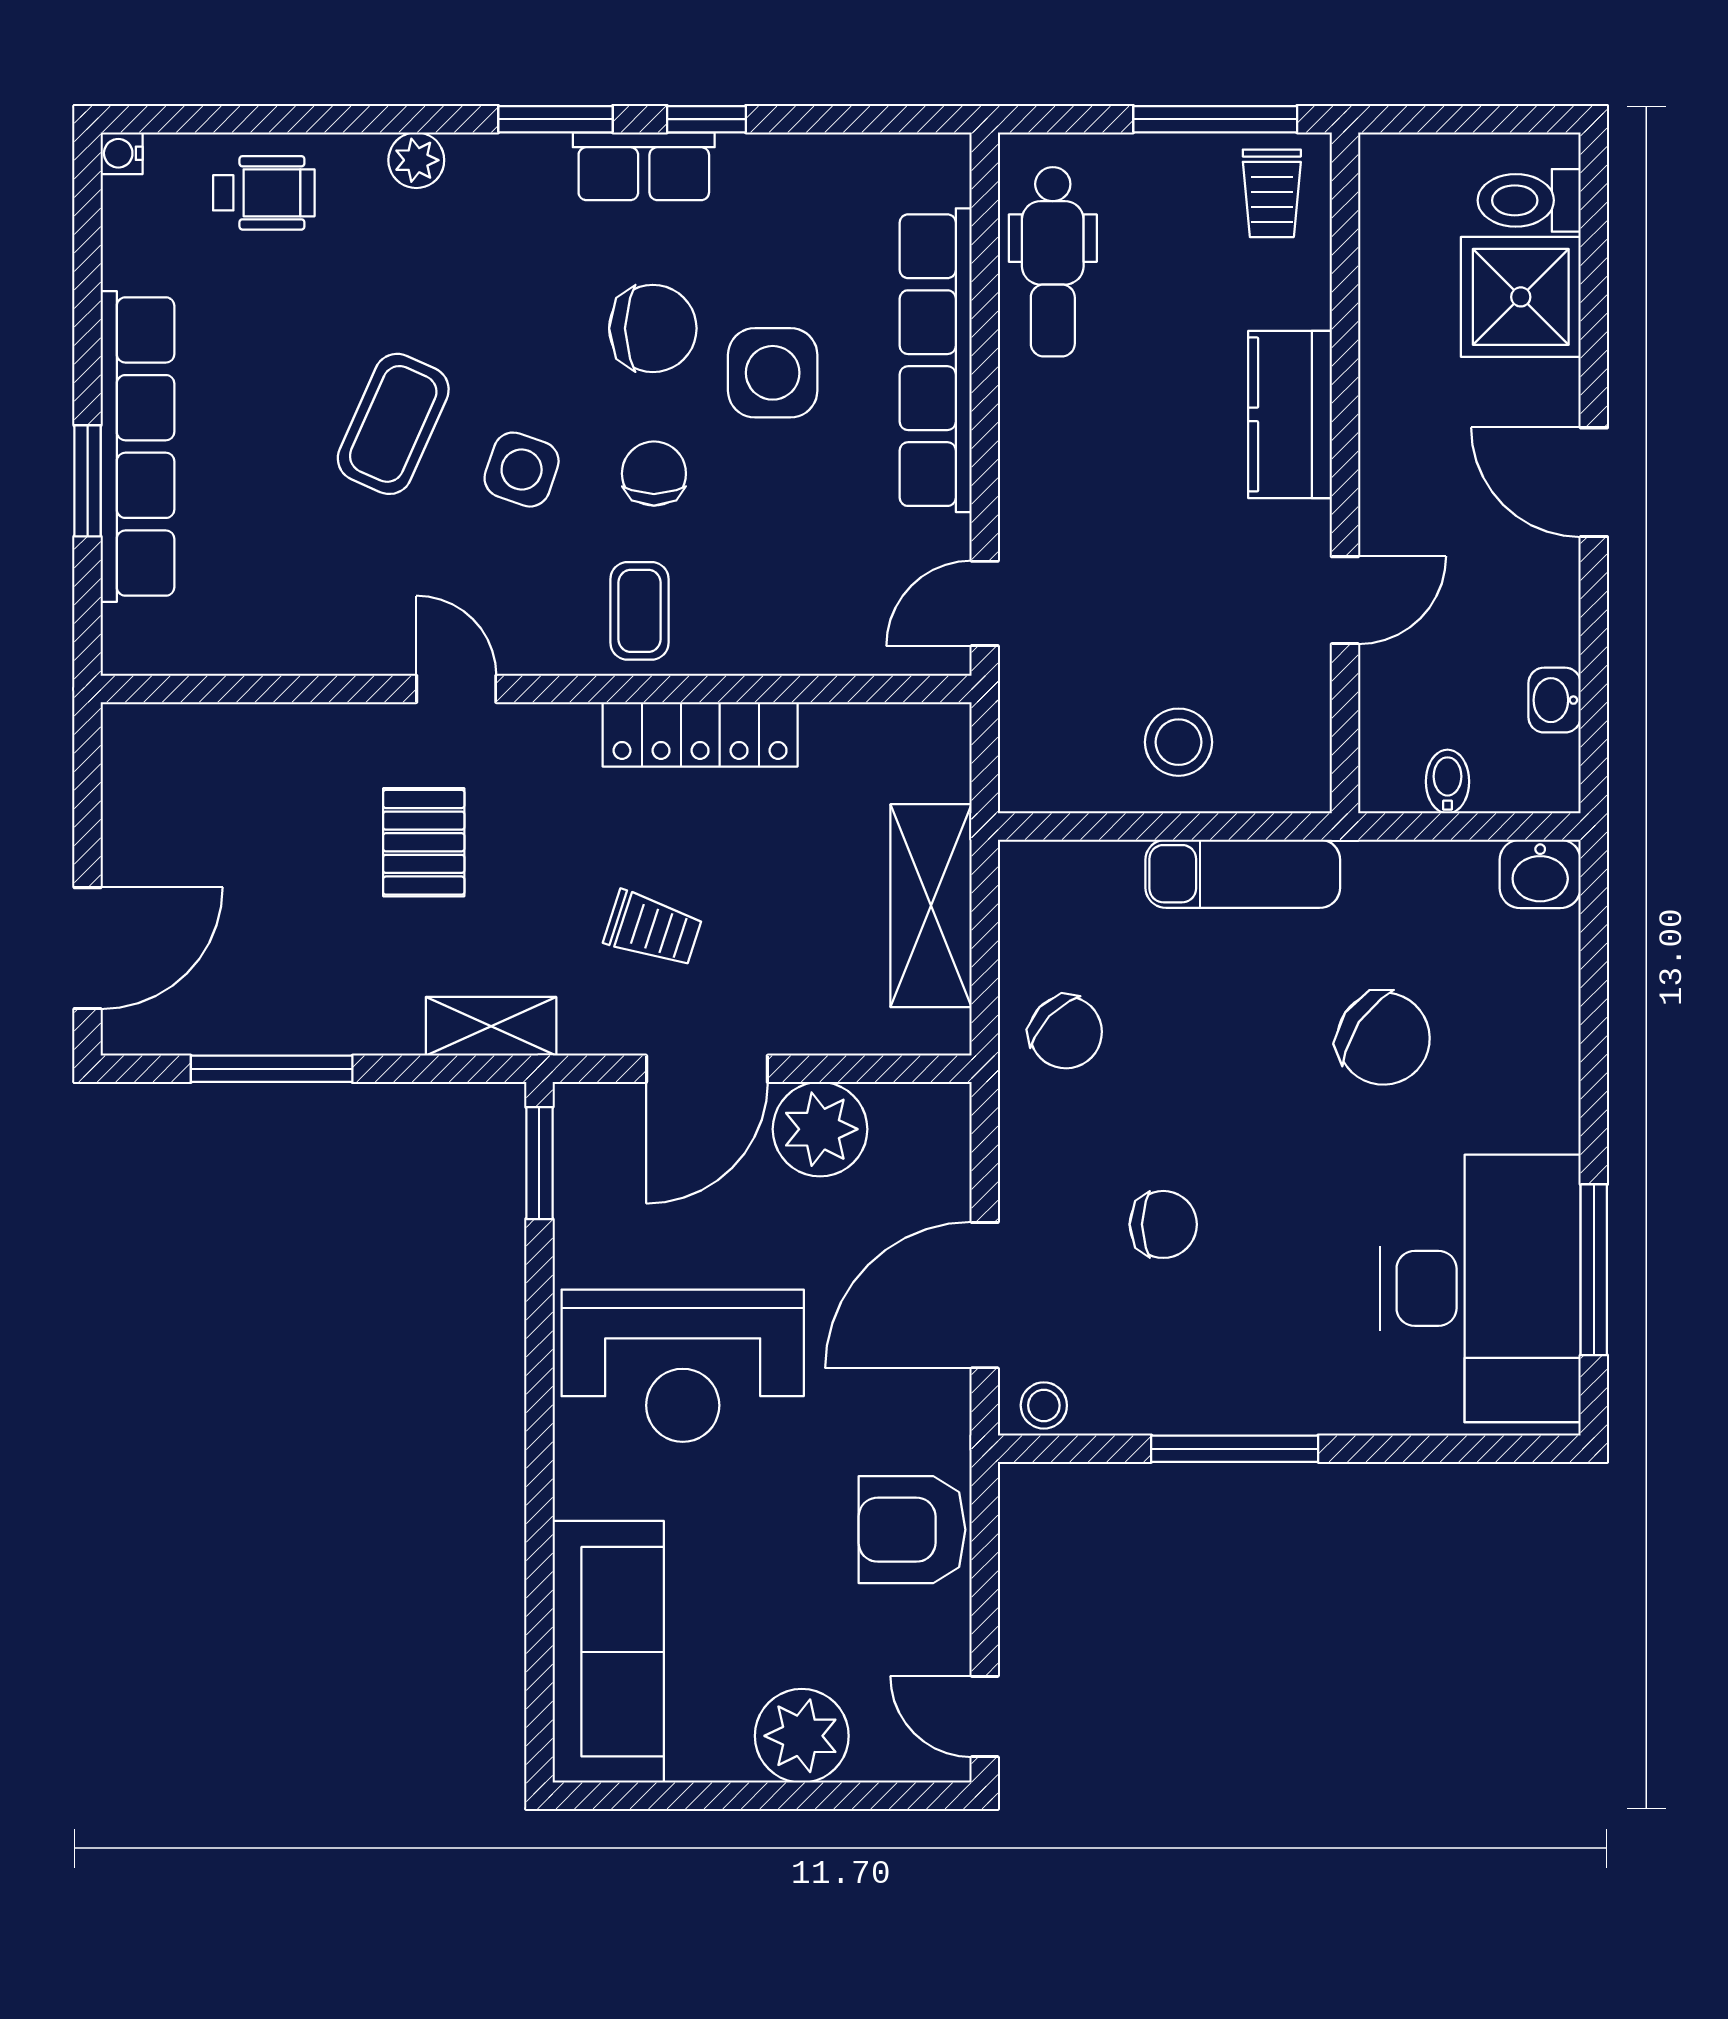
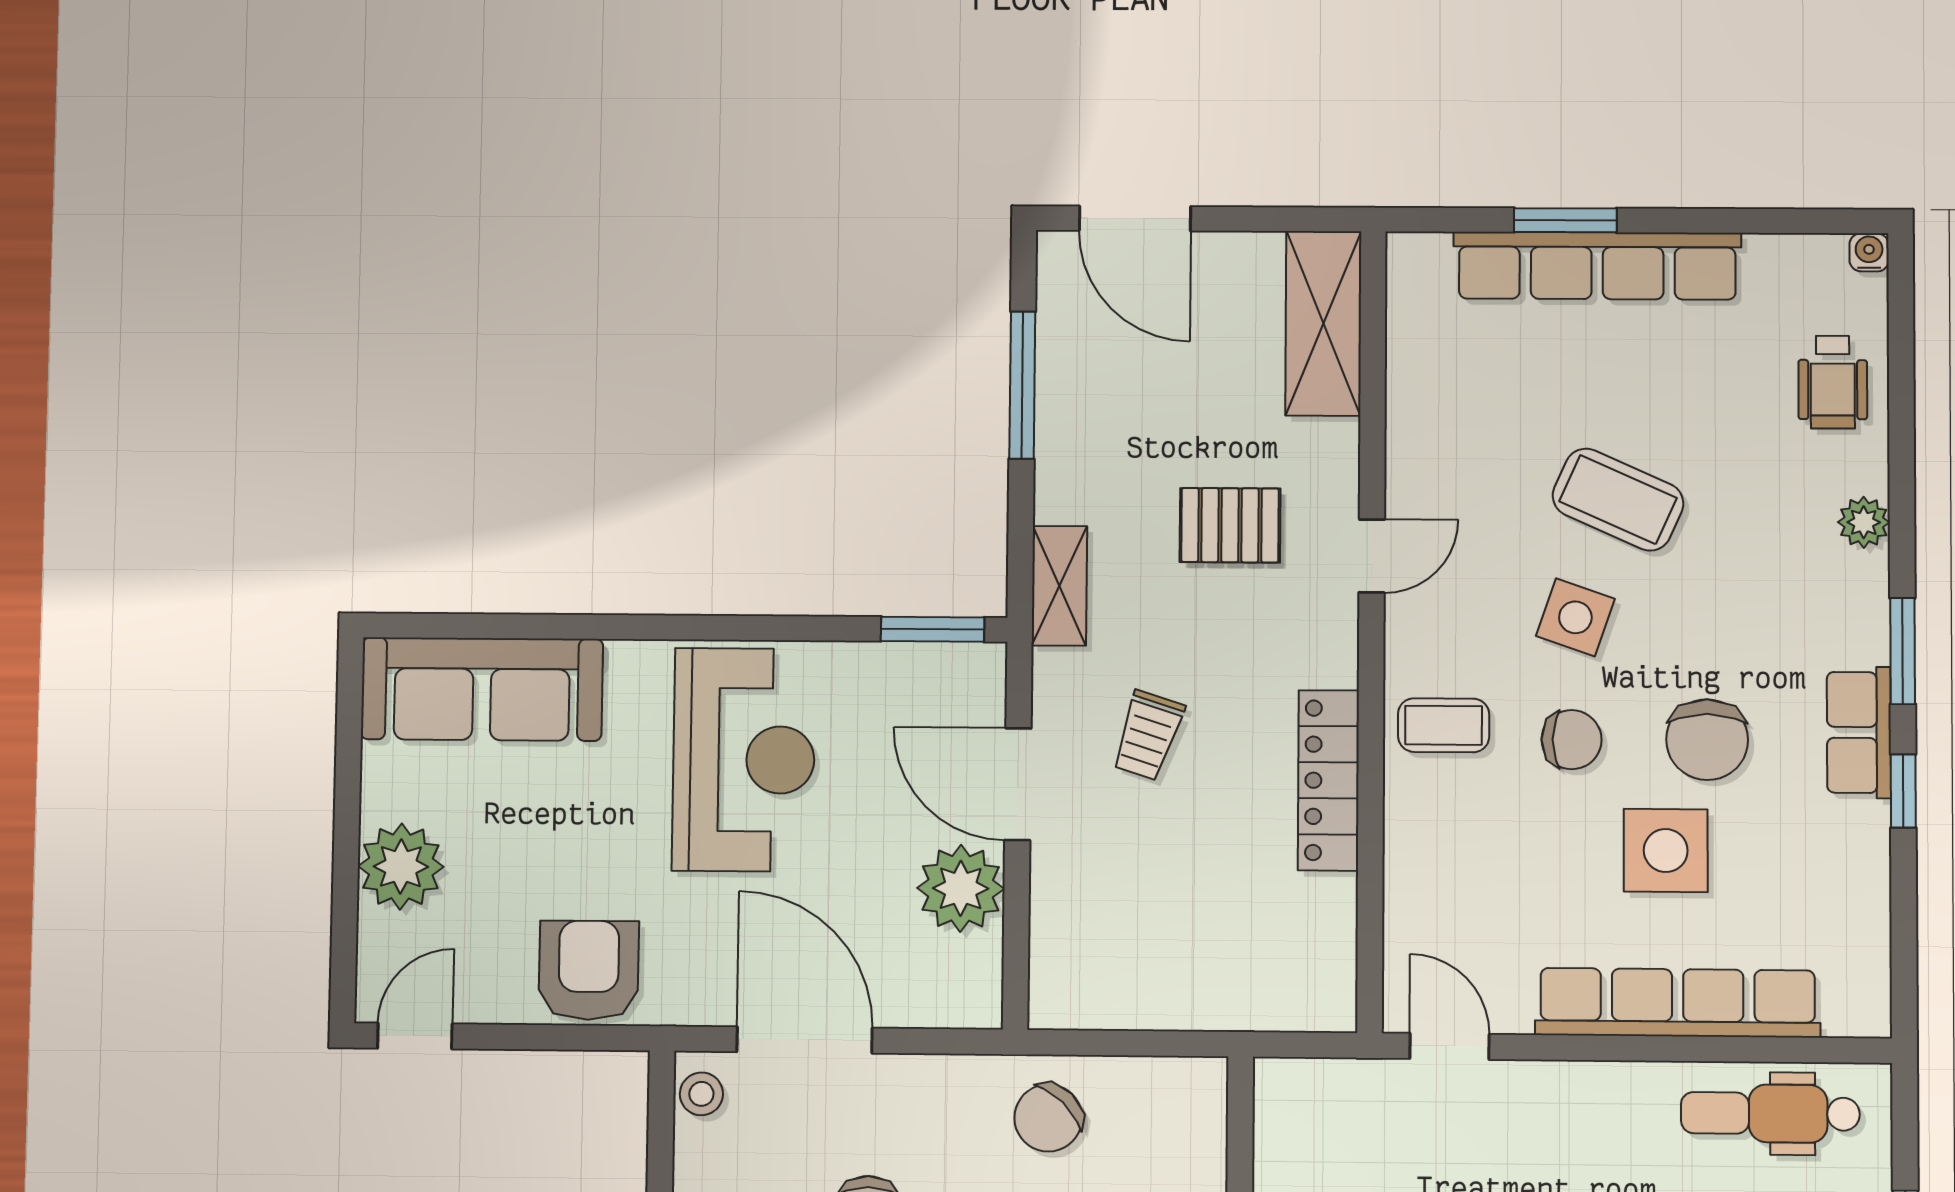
shelving: (931, 906) -> (1323, 323), moved, turned 90
reception desk: (683, 1366) -> (744, 760), turned 180

